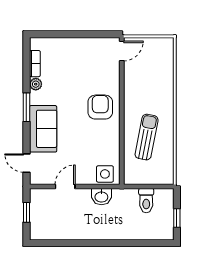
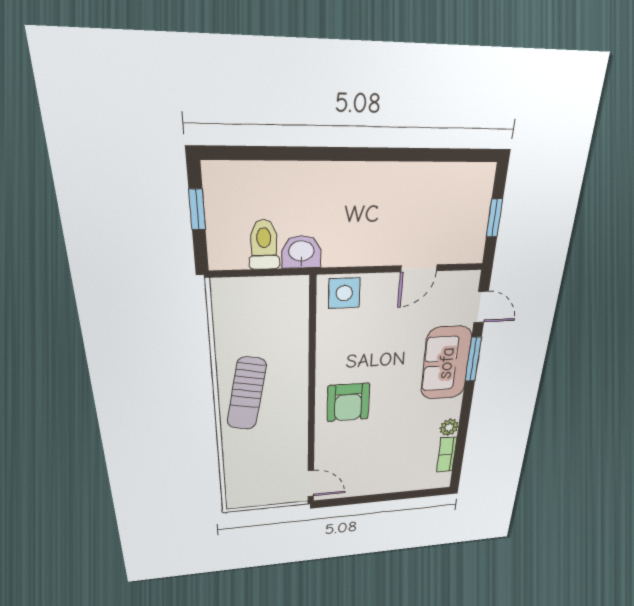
door: (122, 51) -> (311, 483), swing flipped
window: (26, 107) -> (473, 359), moved
sun lounger: (147, 137) -> (247, 394), moved
washbasin: (101, 197) -> (301, 252), moved

